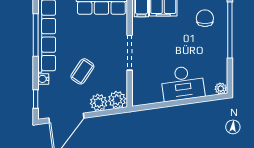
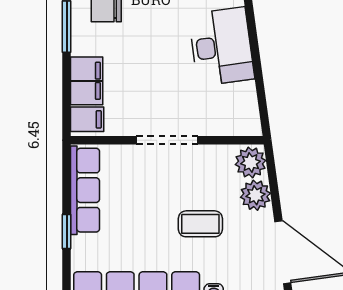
coffee table: (82, 71) -> (200, 224), turned -34

